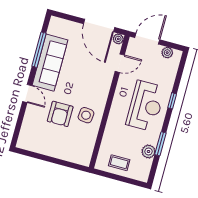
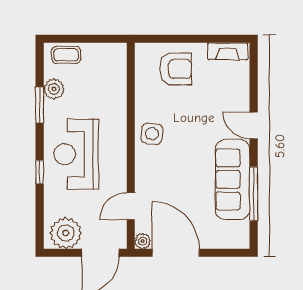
plant: (167, 53) -> (66, 233), width x1.88, depth x1.88
armchair: (60, 114) -> (176, 69), moved, turned 90
side table: (86, 115) -> (152, 134), moved
fireplace: (31, 145) -> (228, 51), added
coffee table: (119, 163) -> (66, 55), moved

